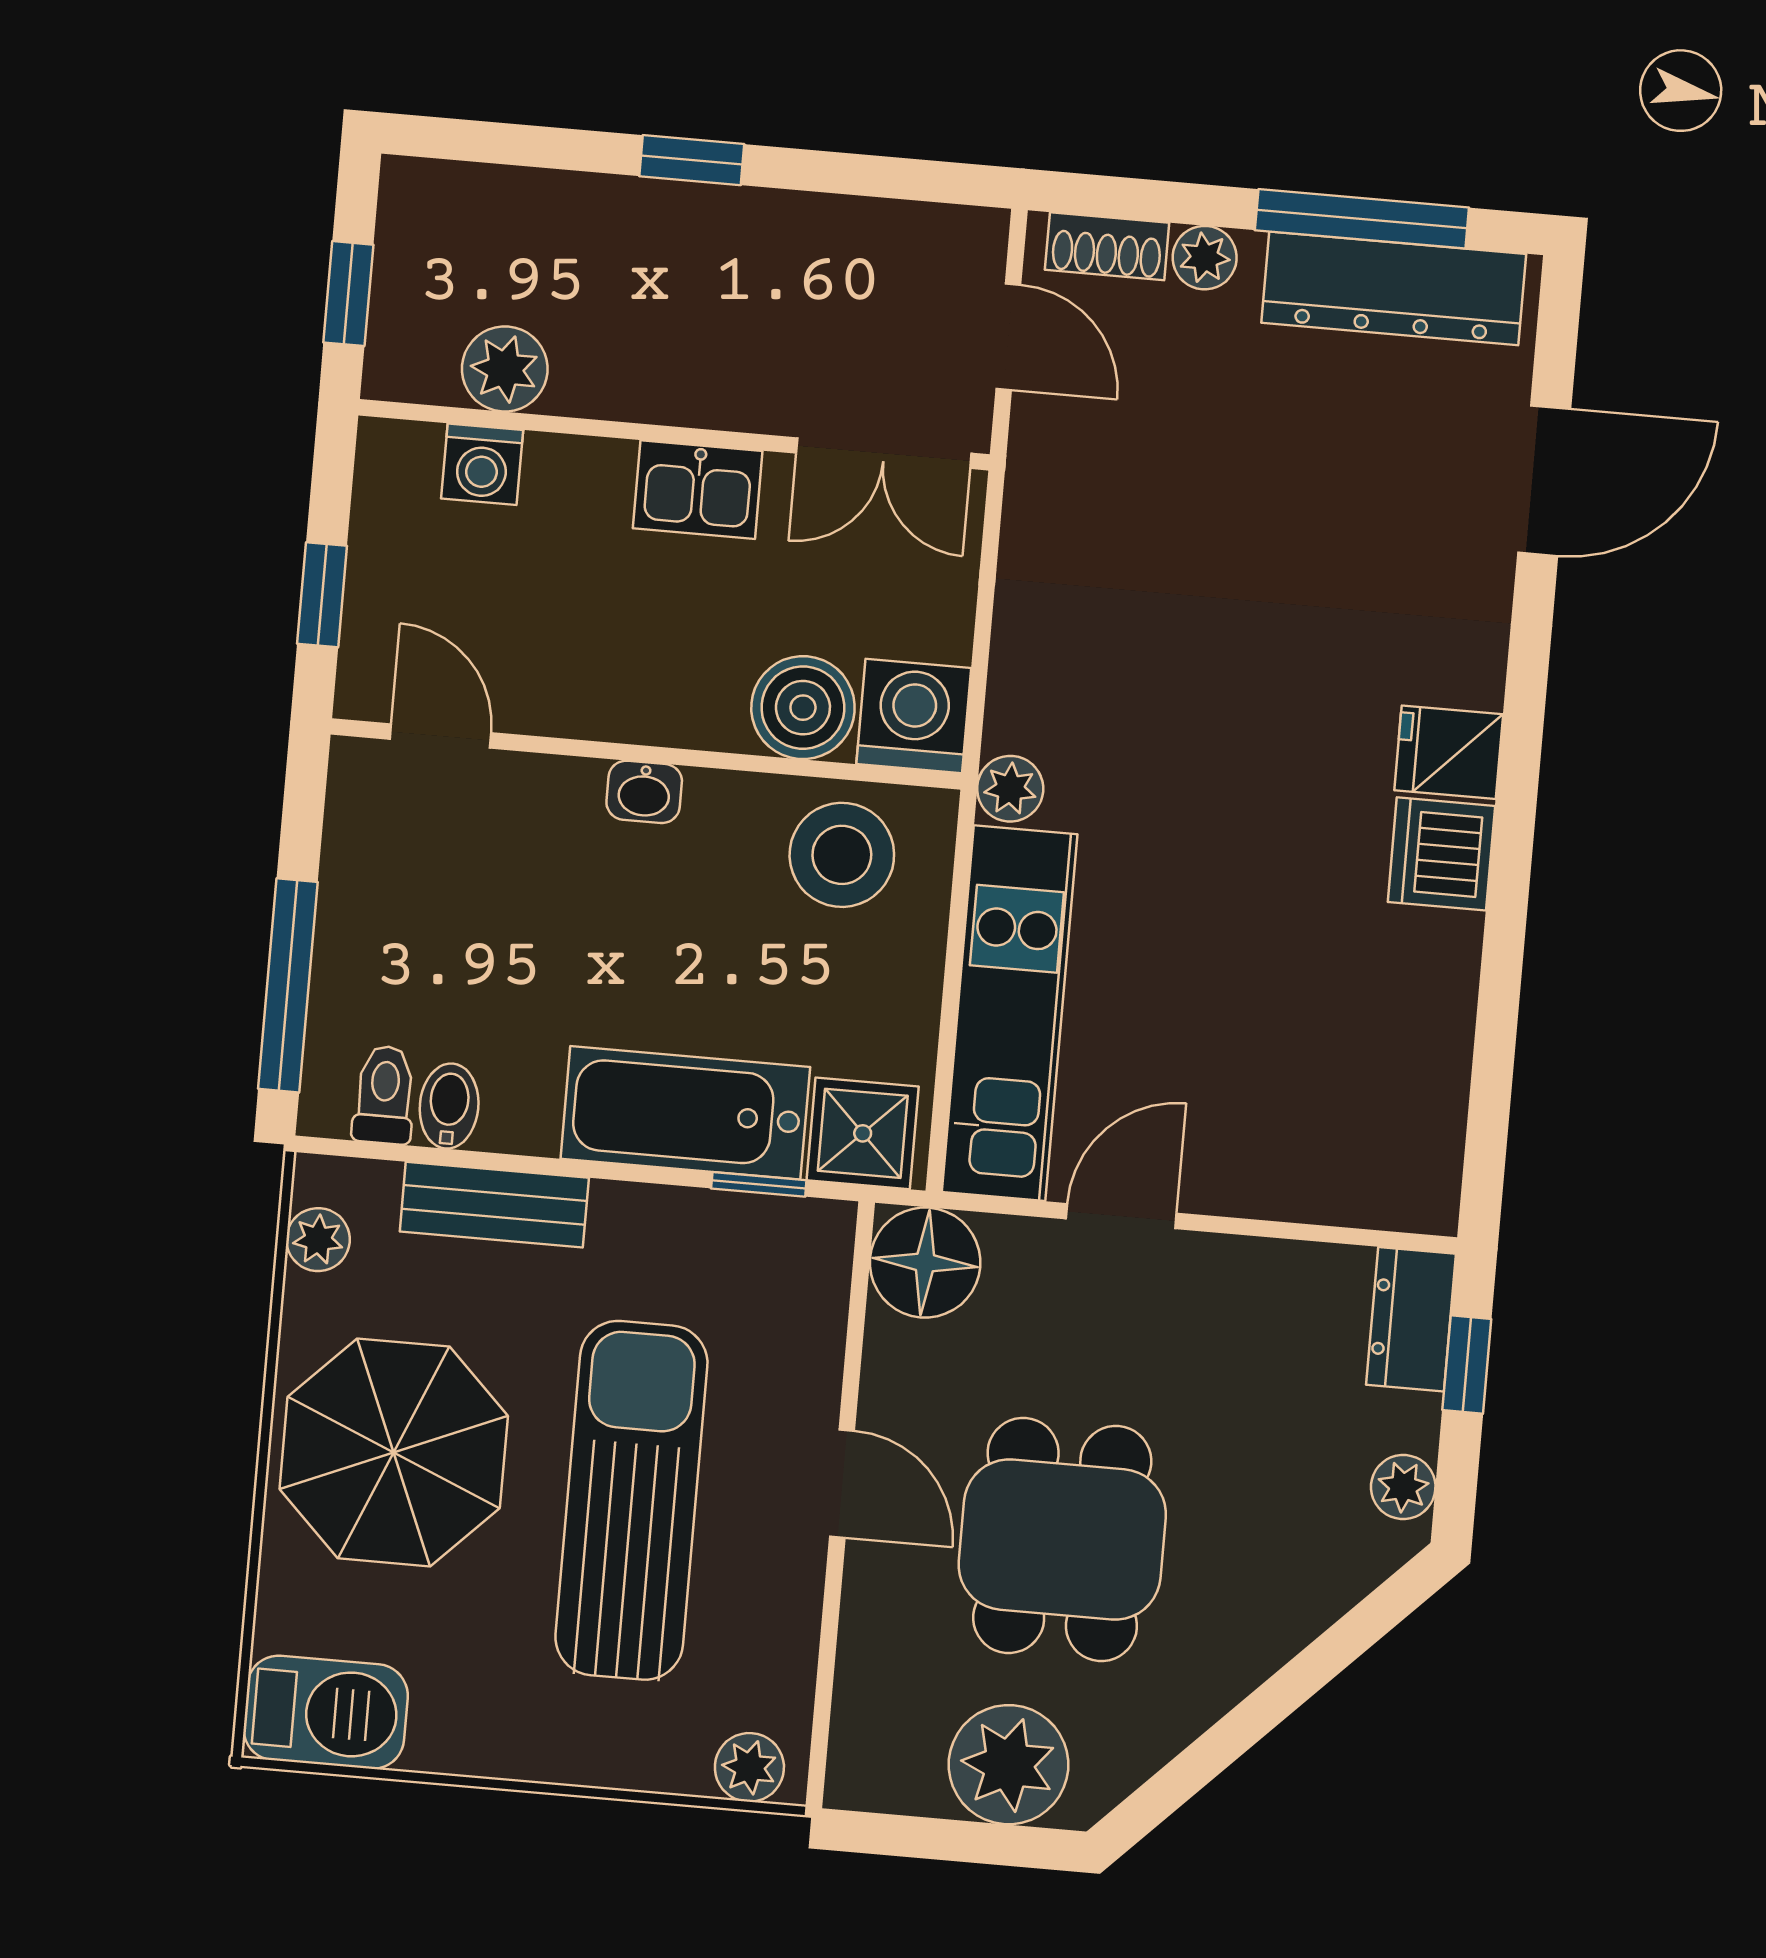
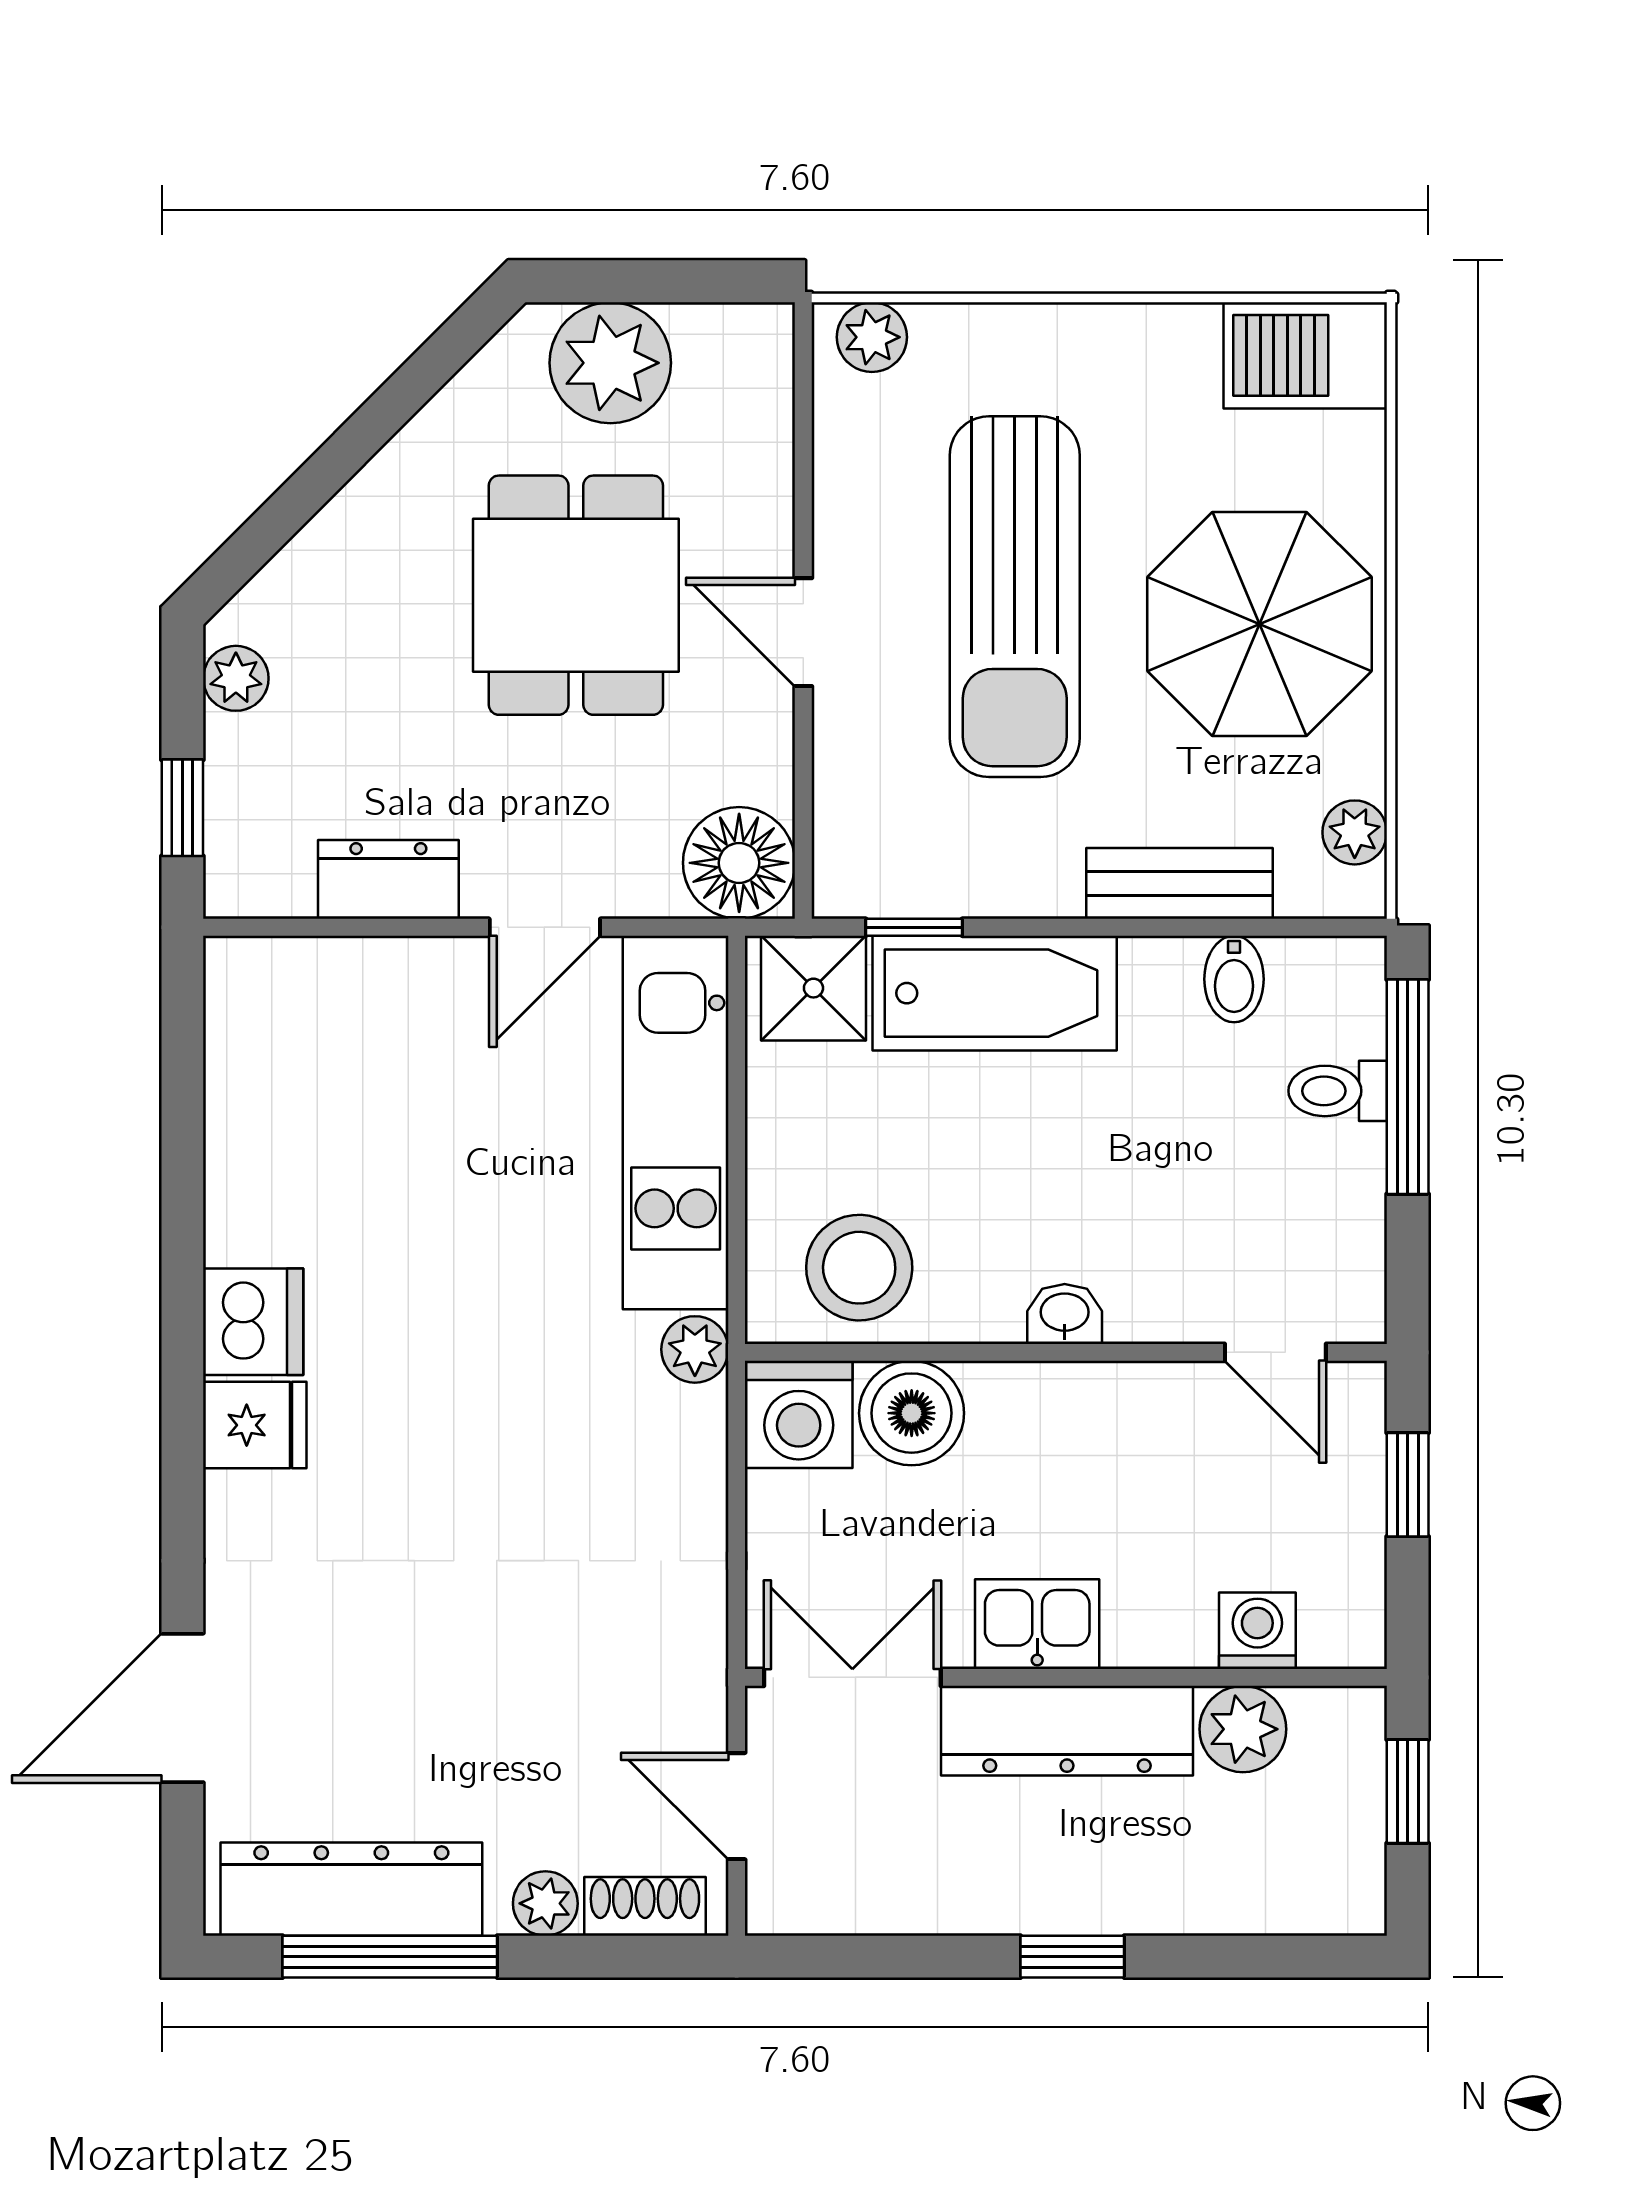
dresser: (678, 382) -> (1067, 1731), added
toilet: (384, 1095) -> (1338, 1091), moved, turned 90
dresser: (1411, 1319) -> (388, 879), moved, turned -90

